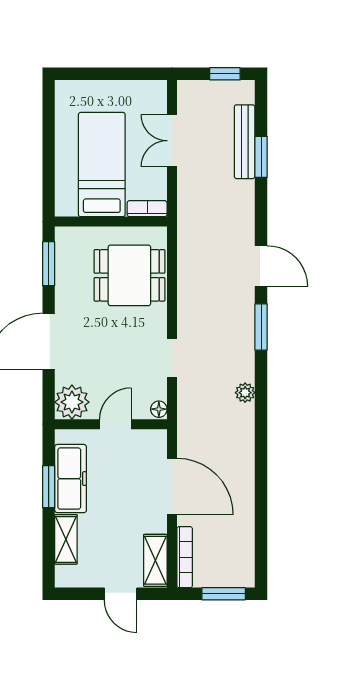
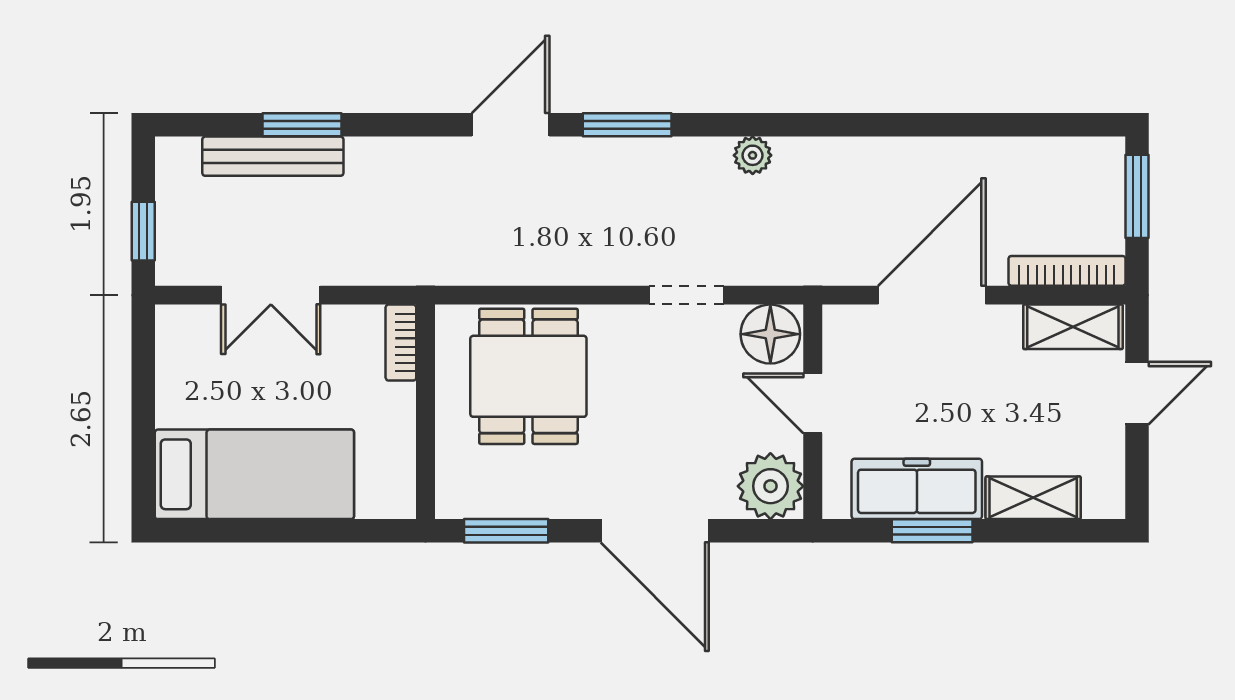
window: (225, 74) -> (143, 231), moved
bed: (102, 165) -> (254, 474), moved, turned 180
floor lamp: (159, 409) -> (770, 334), width x1.89, depth x1.89

